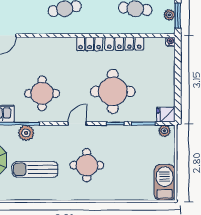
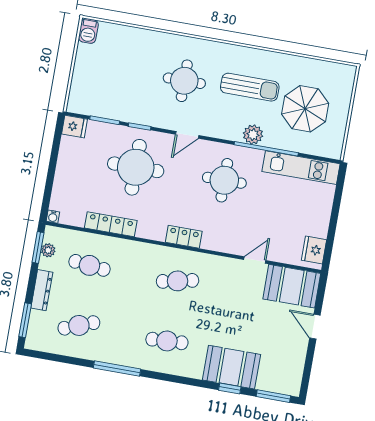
locker: (90, 44) -> (184, 237), moved
plant: (164, 131) -> (80, 107), removed
barbecue: (165, 182) -> (88, 31), width x0.53, depth x0.65

